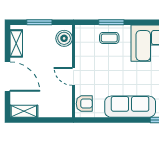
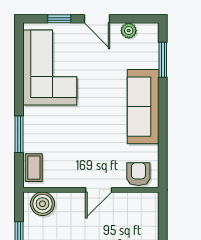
coffee table: (109, 38) -> (34, 168), moved

